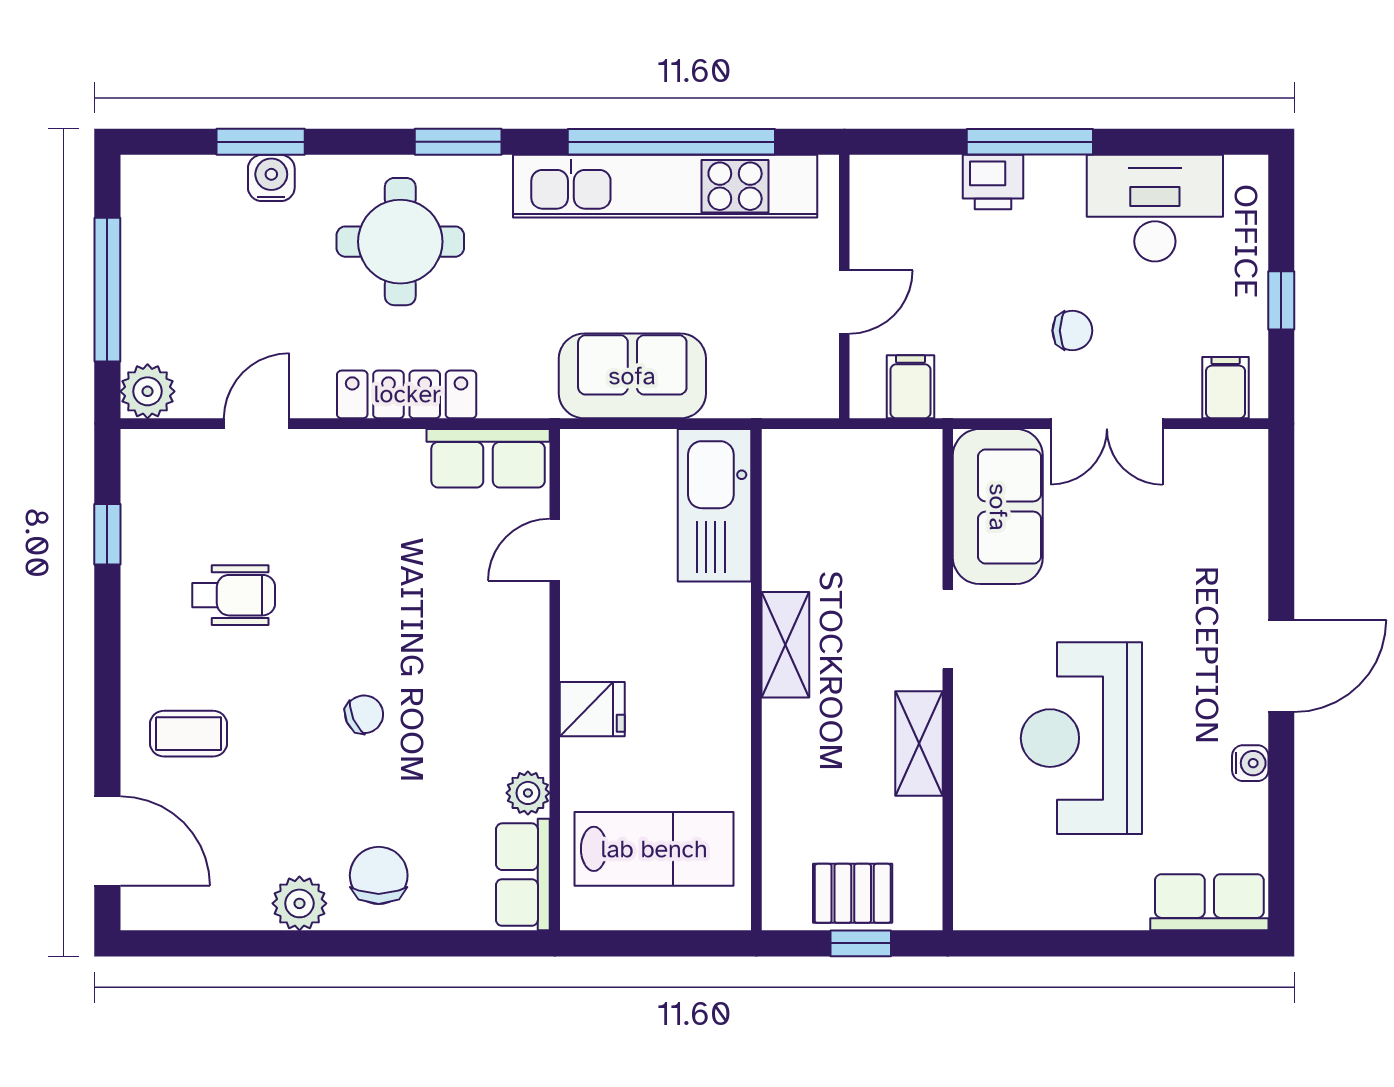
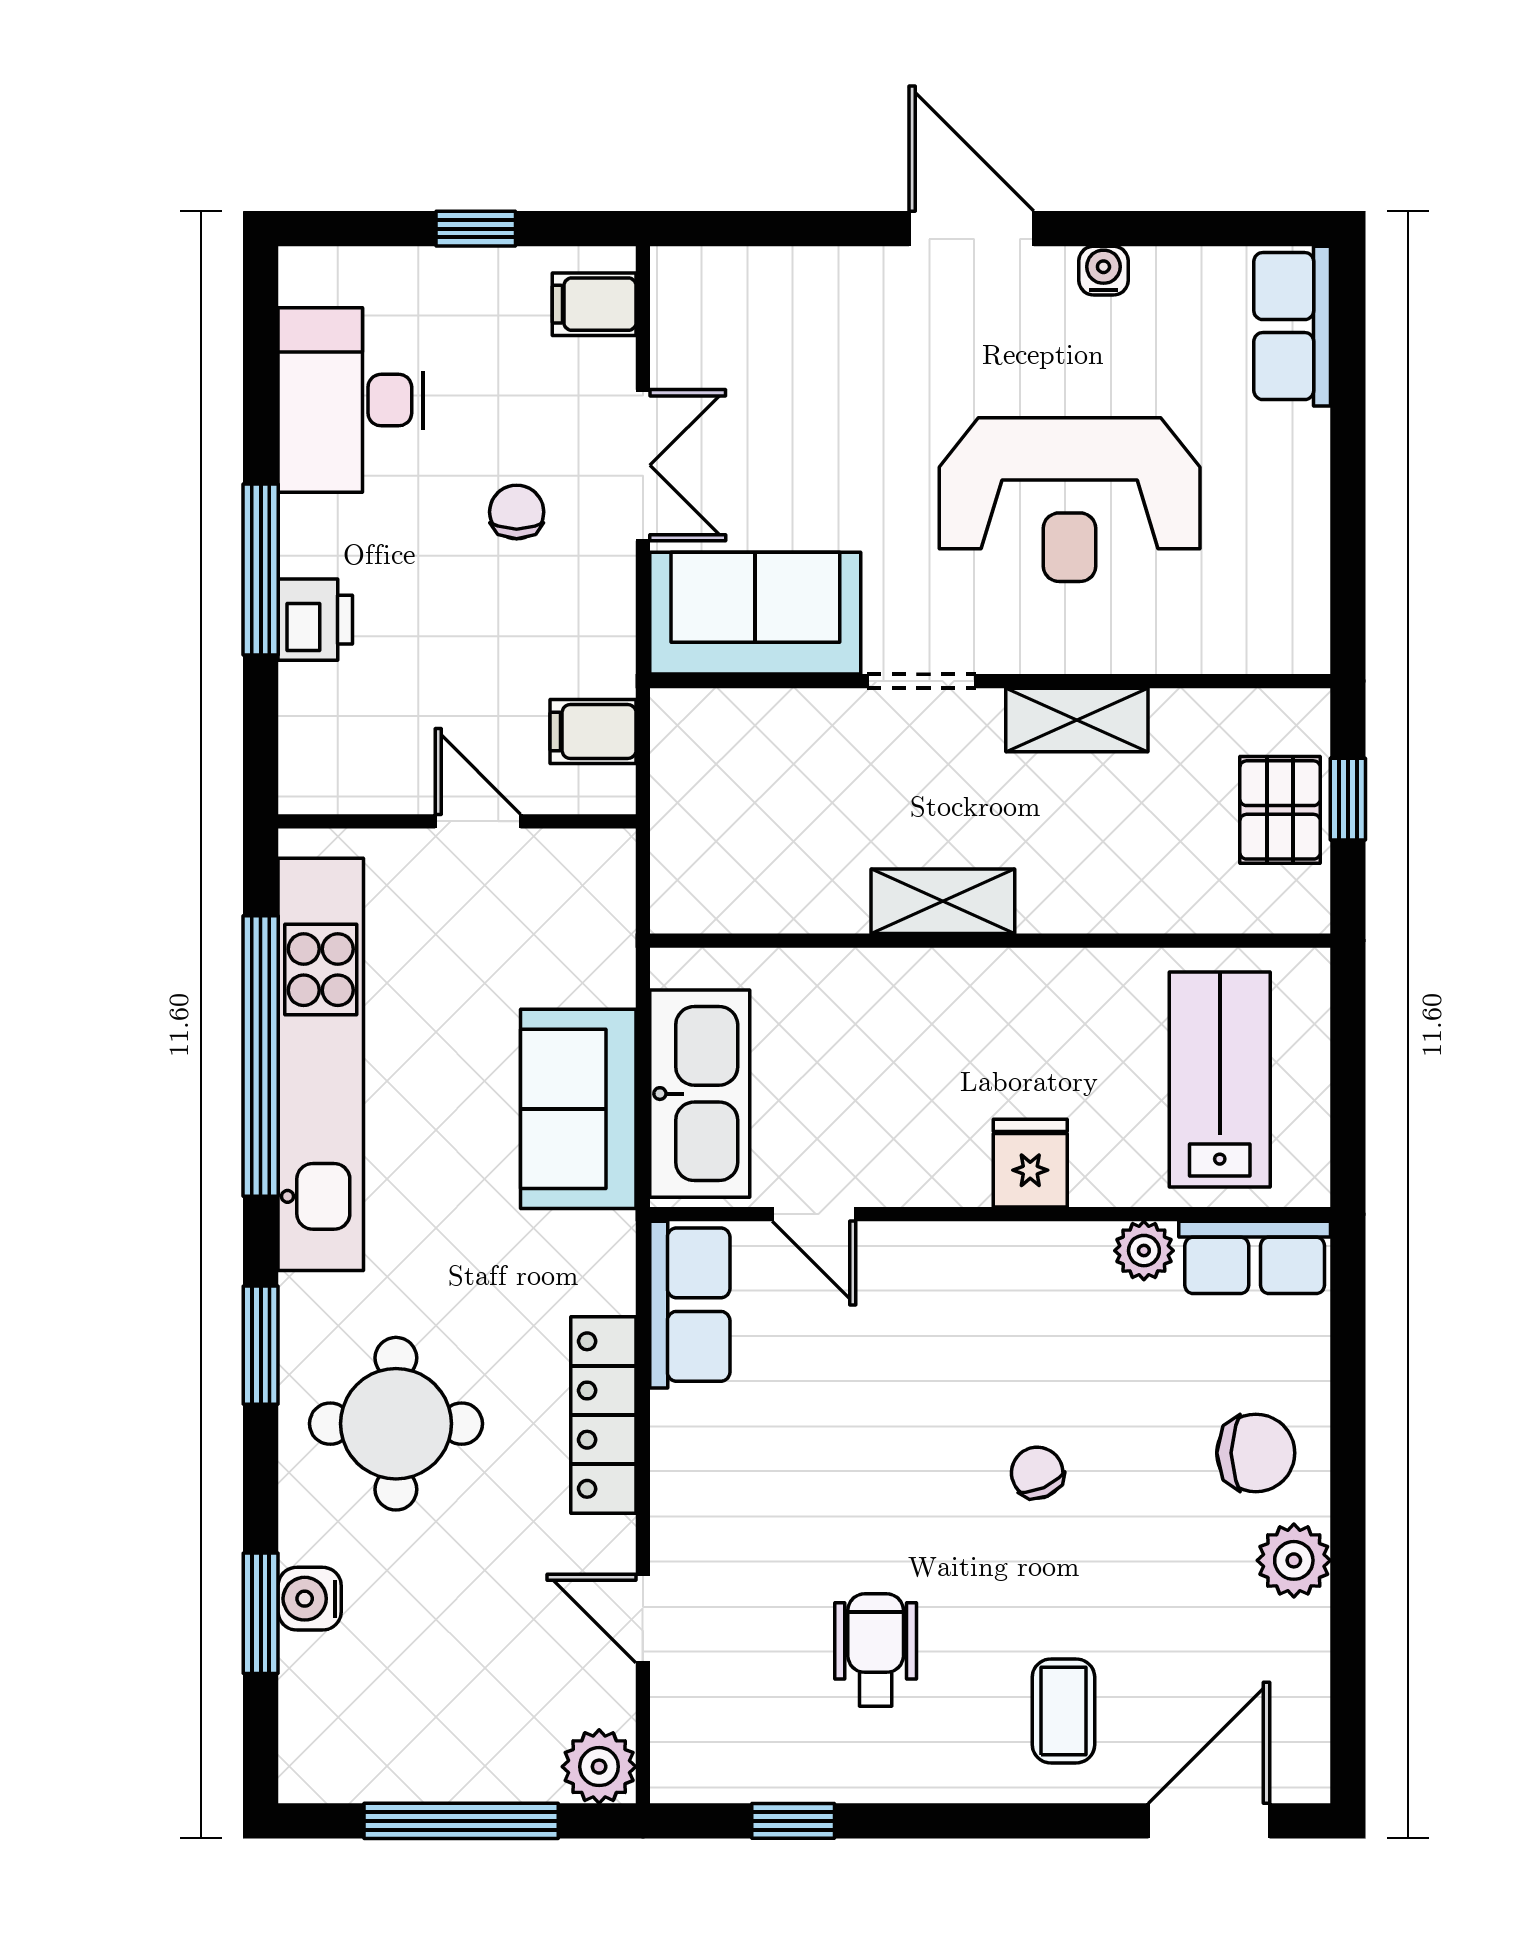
kitchen sink: (715, 505) -> (700, 1094), moved, turned -90
chair: (379, 875) -> (1256, 1453), turned 180

